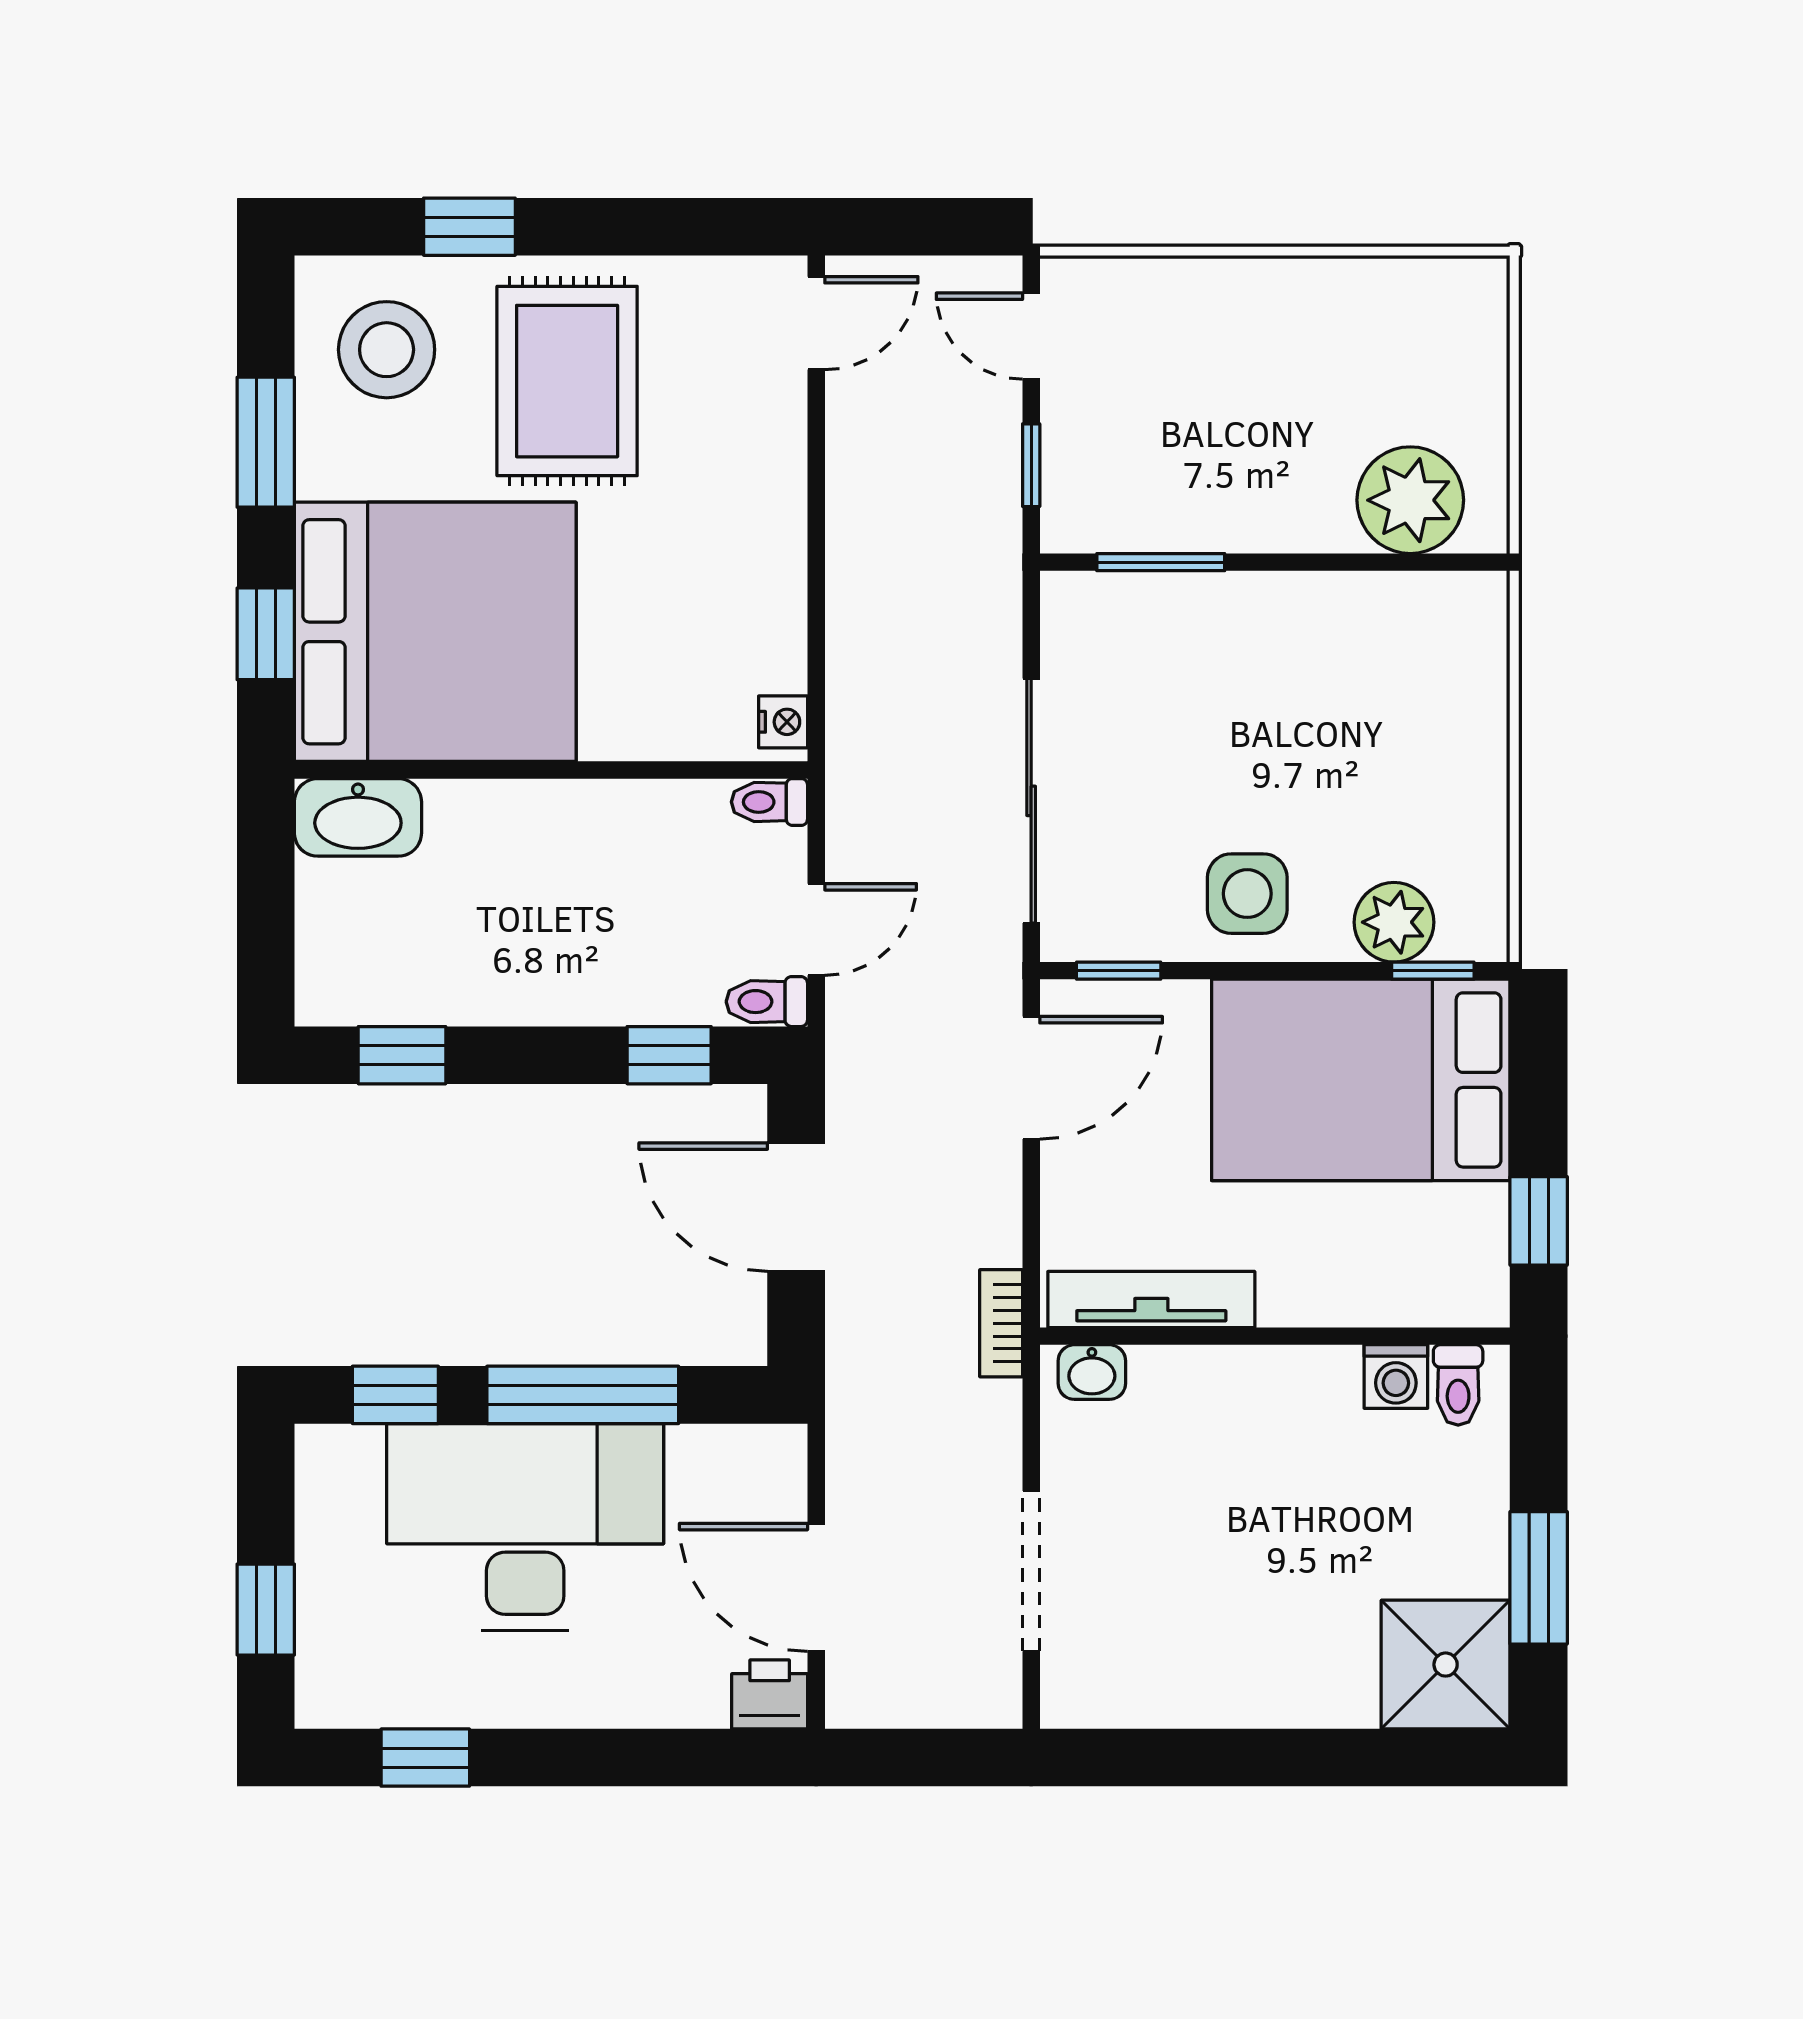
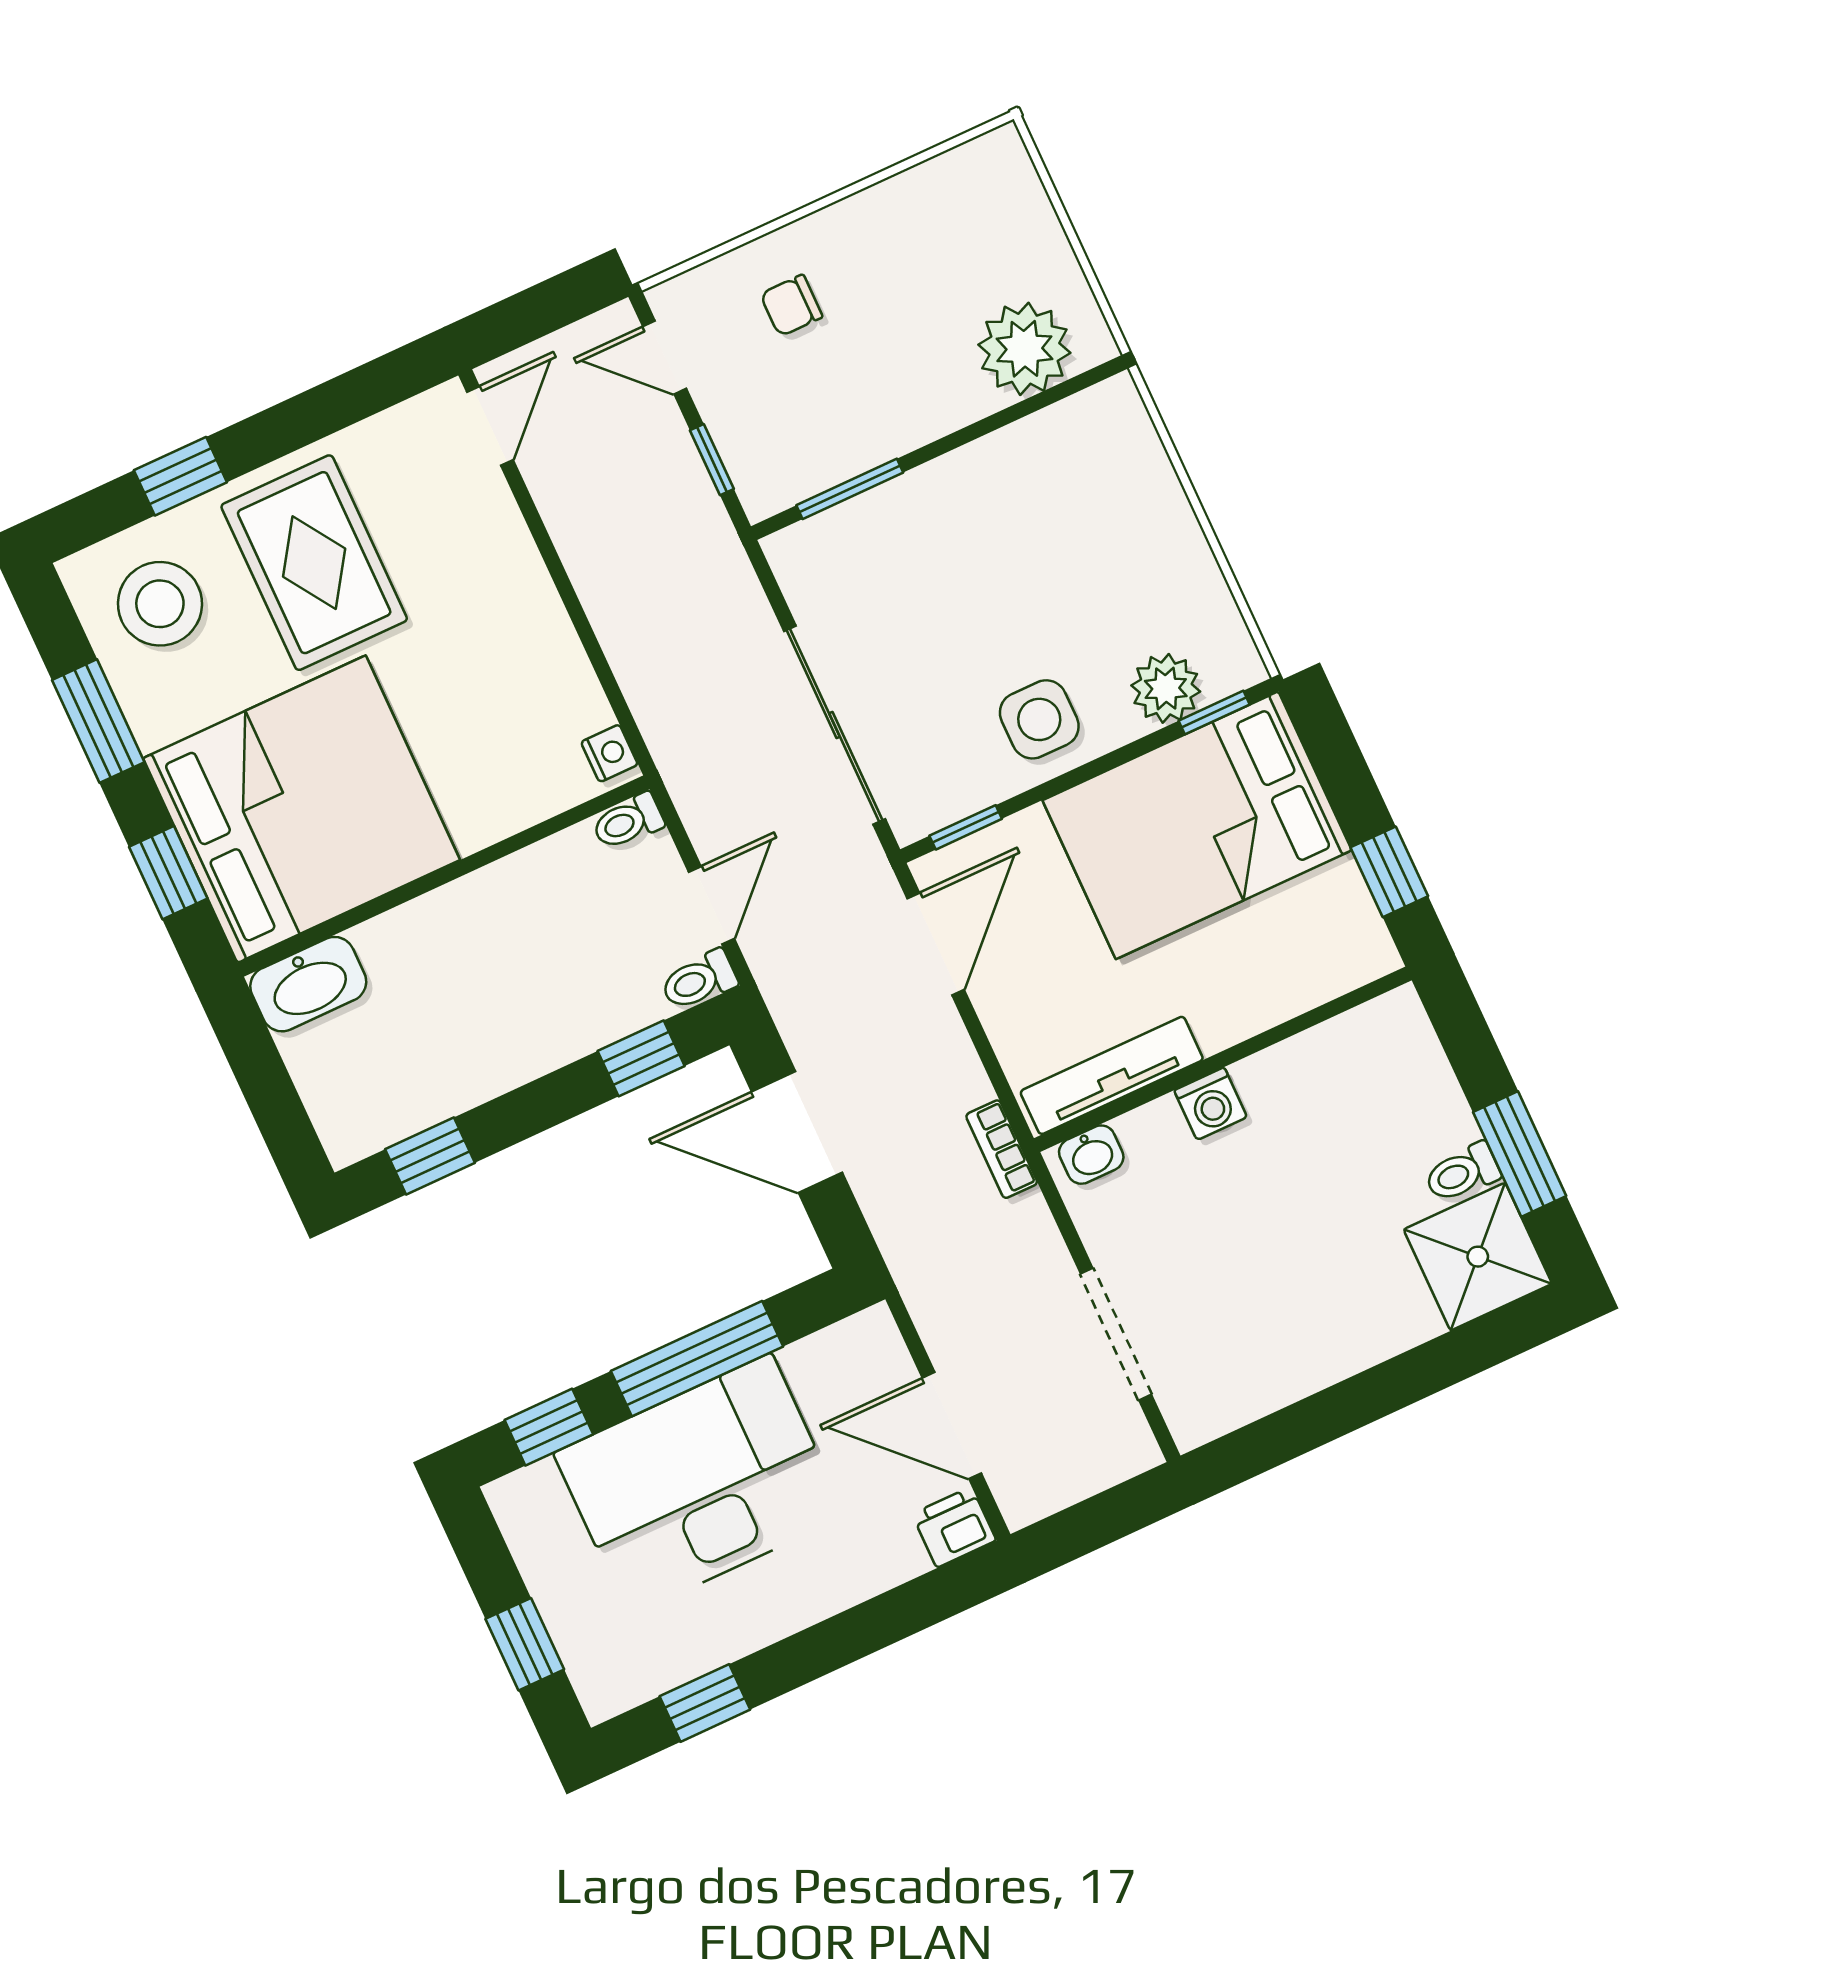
chair: (1188, 343) -> (791, 305), added
washing machine: (1396, 1377) -> (1211, 1104), moved
toilet: (1458, 1385) -> (1462, 1173), moved, turned 90

